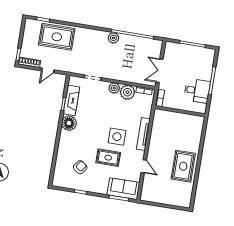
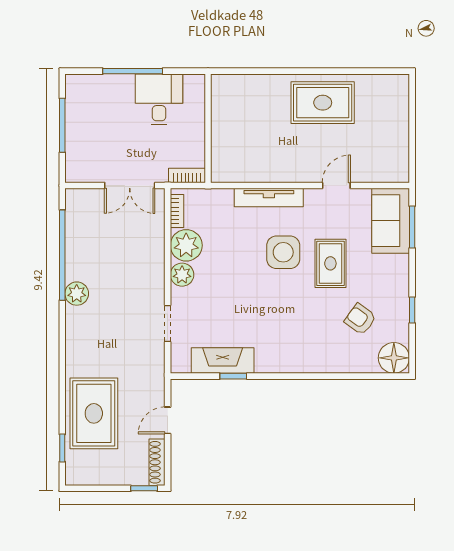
door: (48, 70) -> (168, 420), swing flipped
floor lamp: (69, 123) -> (394, 358), moved

